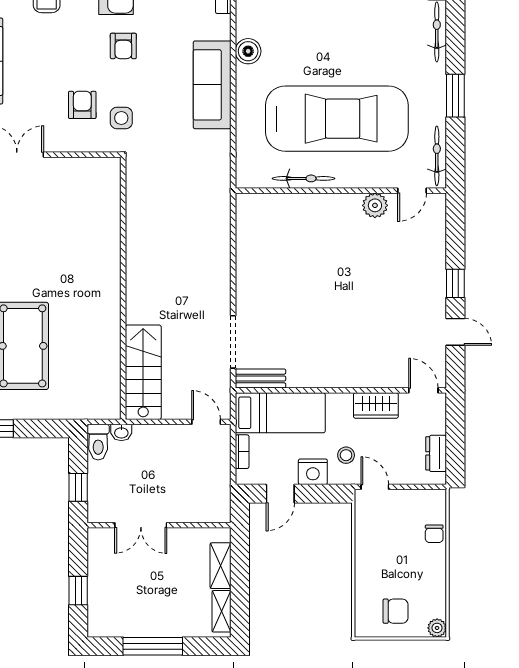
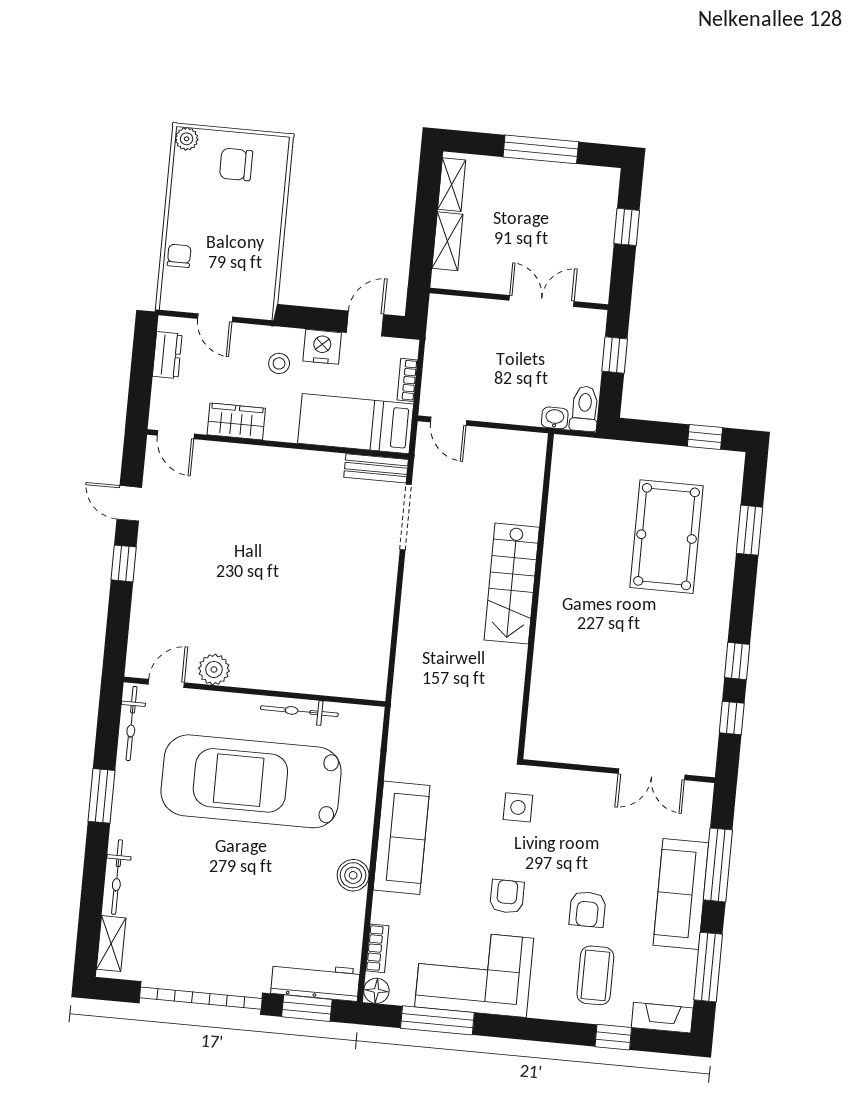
armchair: (82, 105) -> (587, 909), moved
stairs: (143, 372) -> (512, 584), moved
door: (375, 487) -> (215, 318), moved

